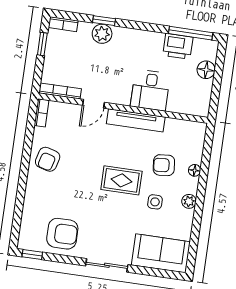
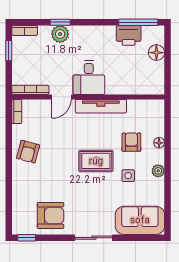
desk: (150, 90) -> (89, 78), moved
armchair: (164, 165) -> (131, 142), turned 95

